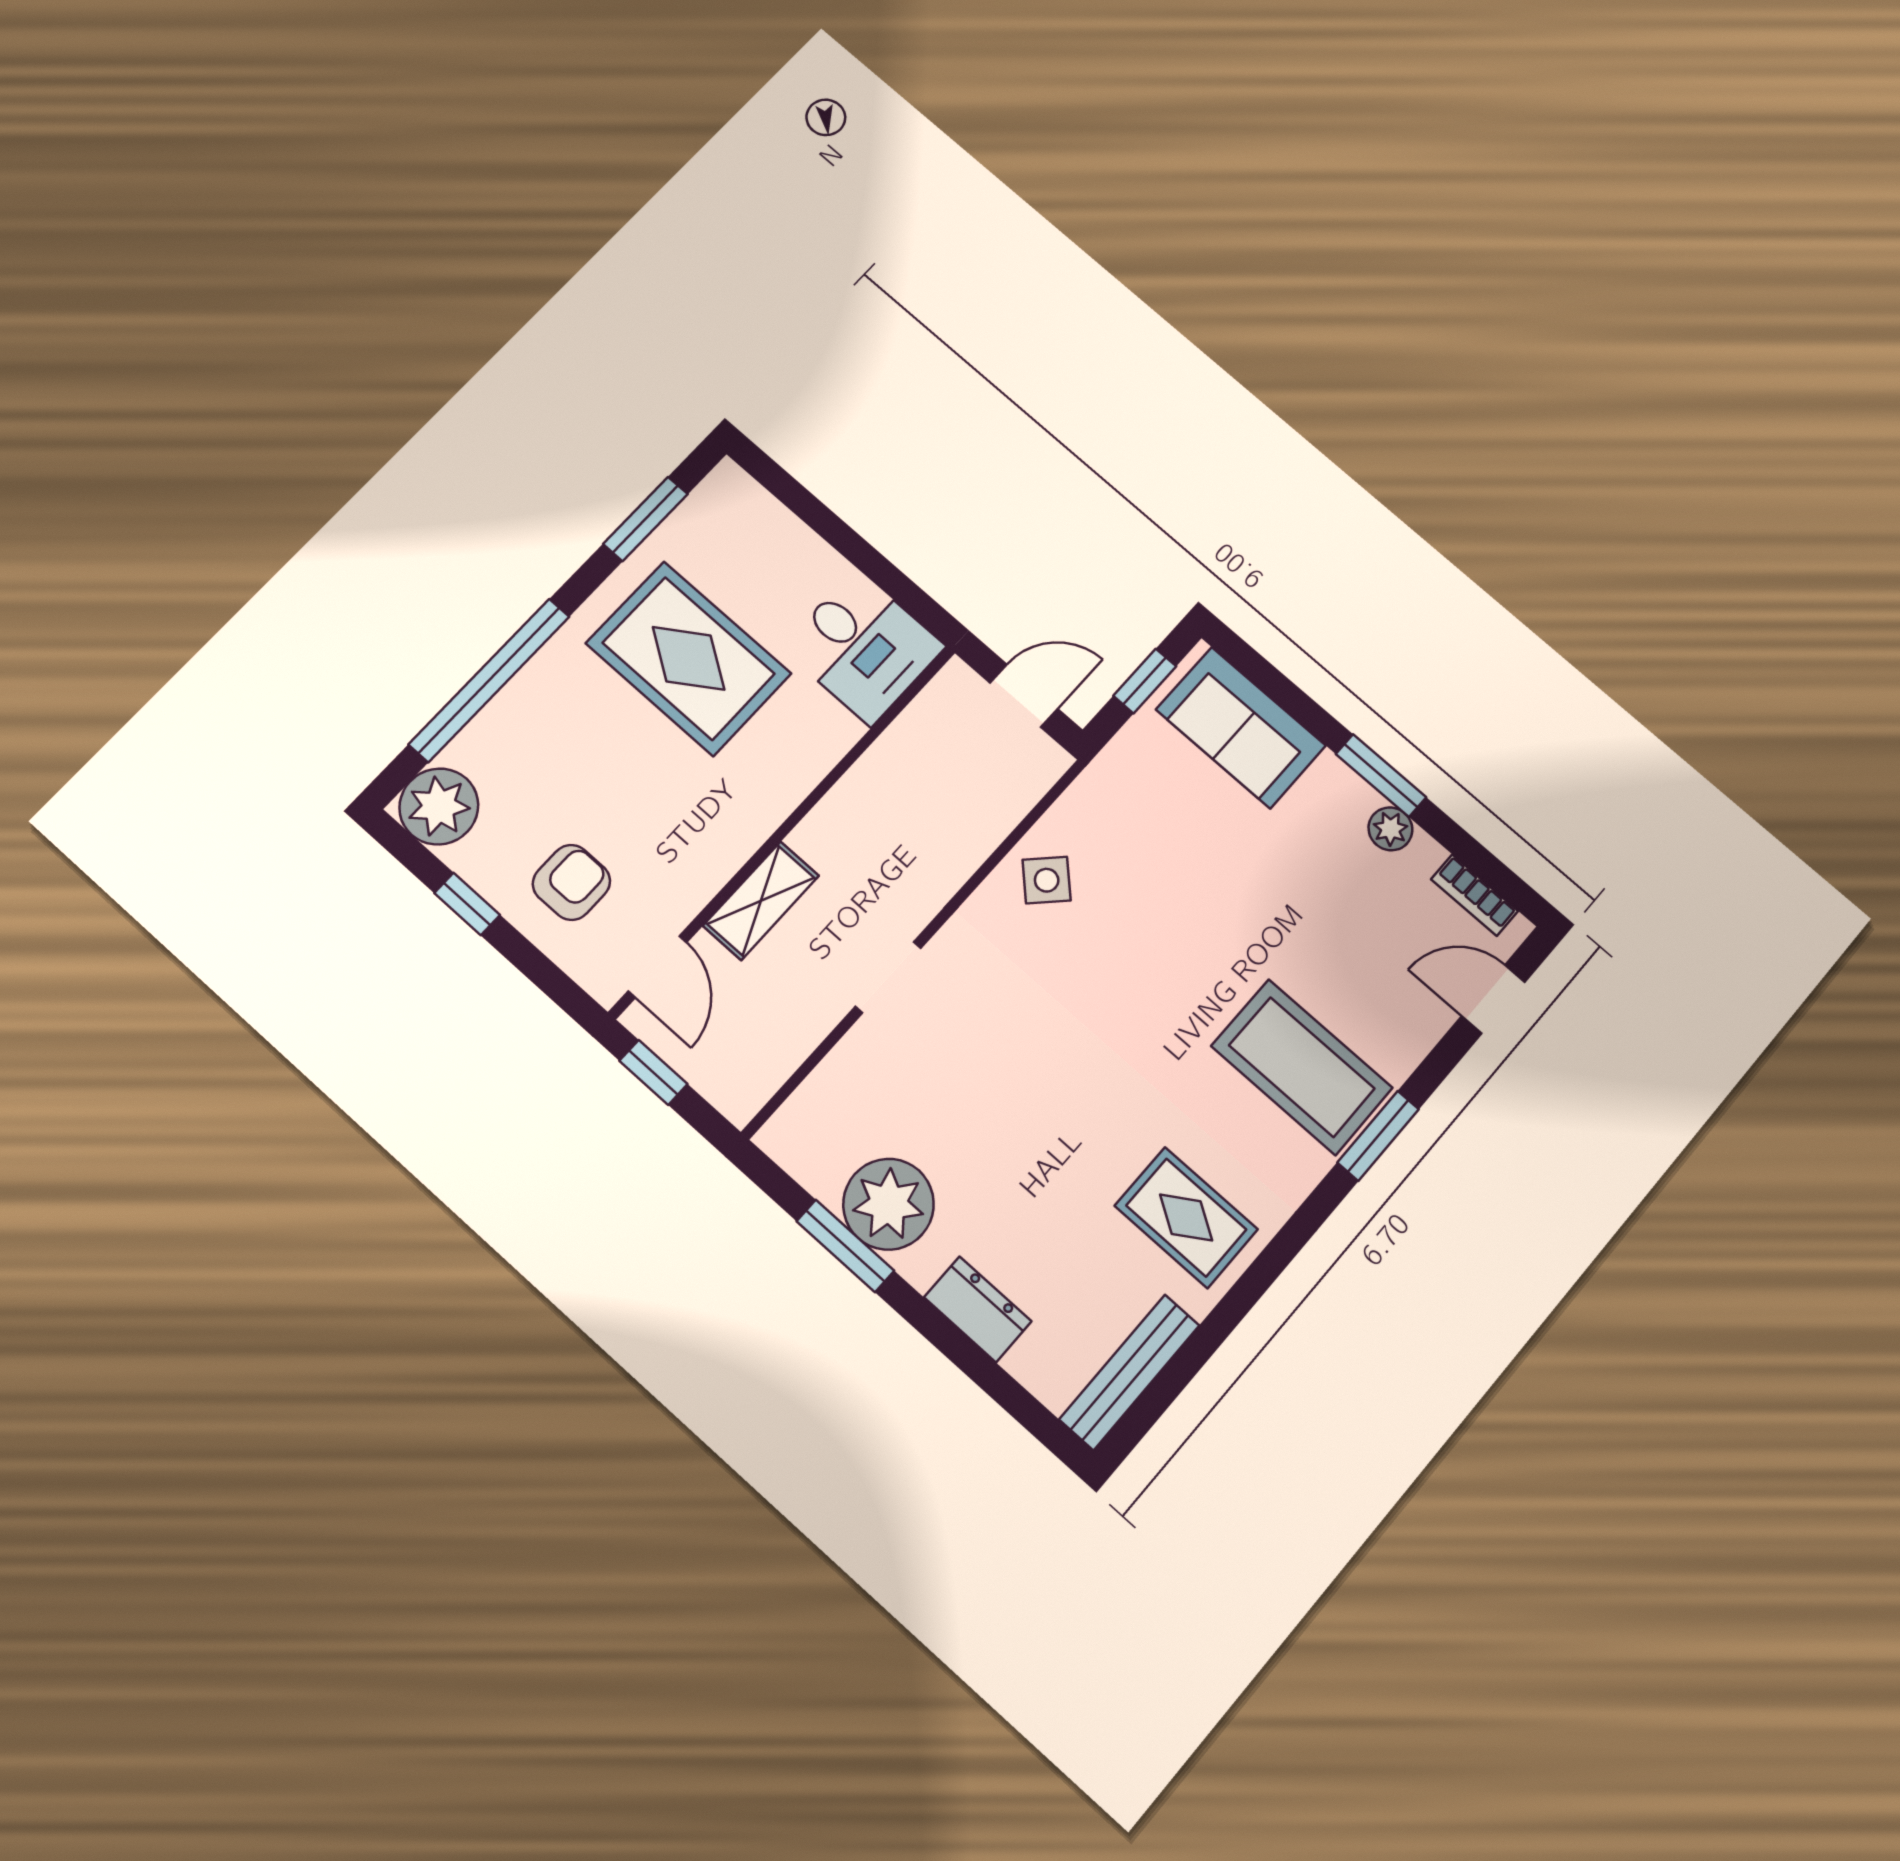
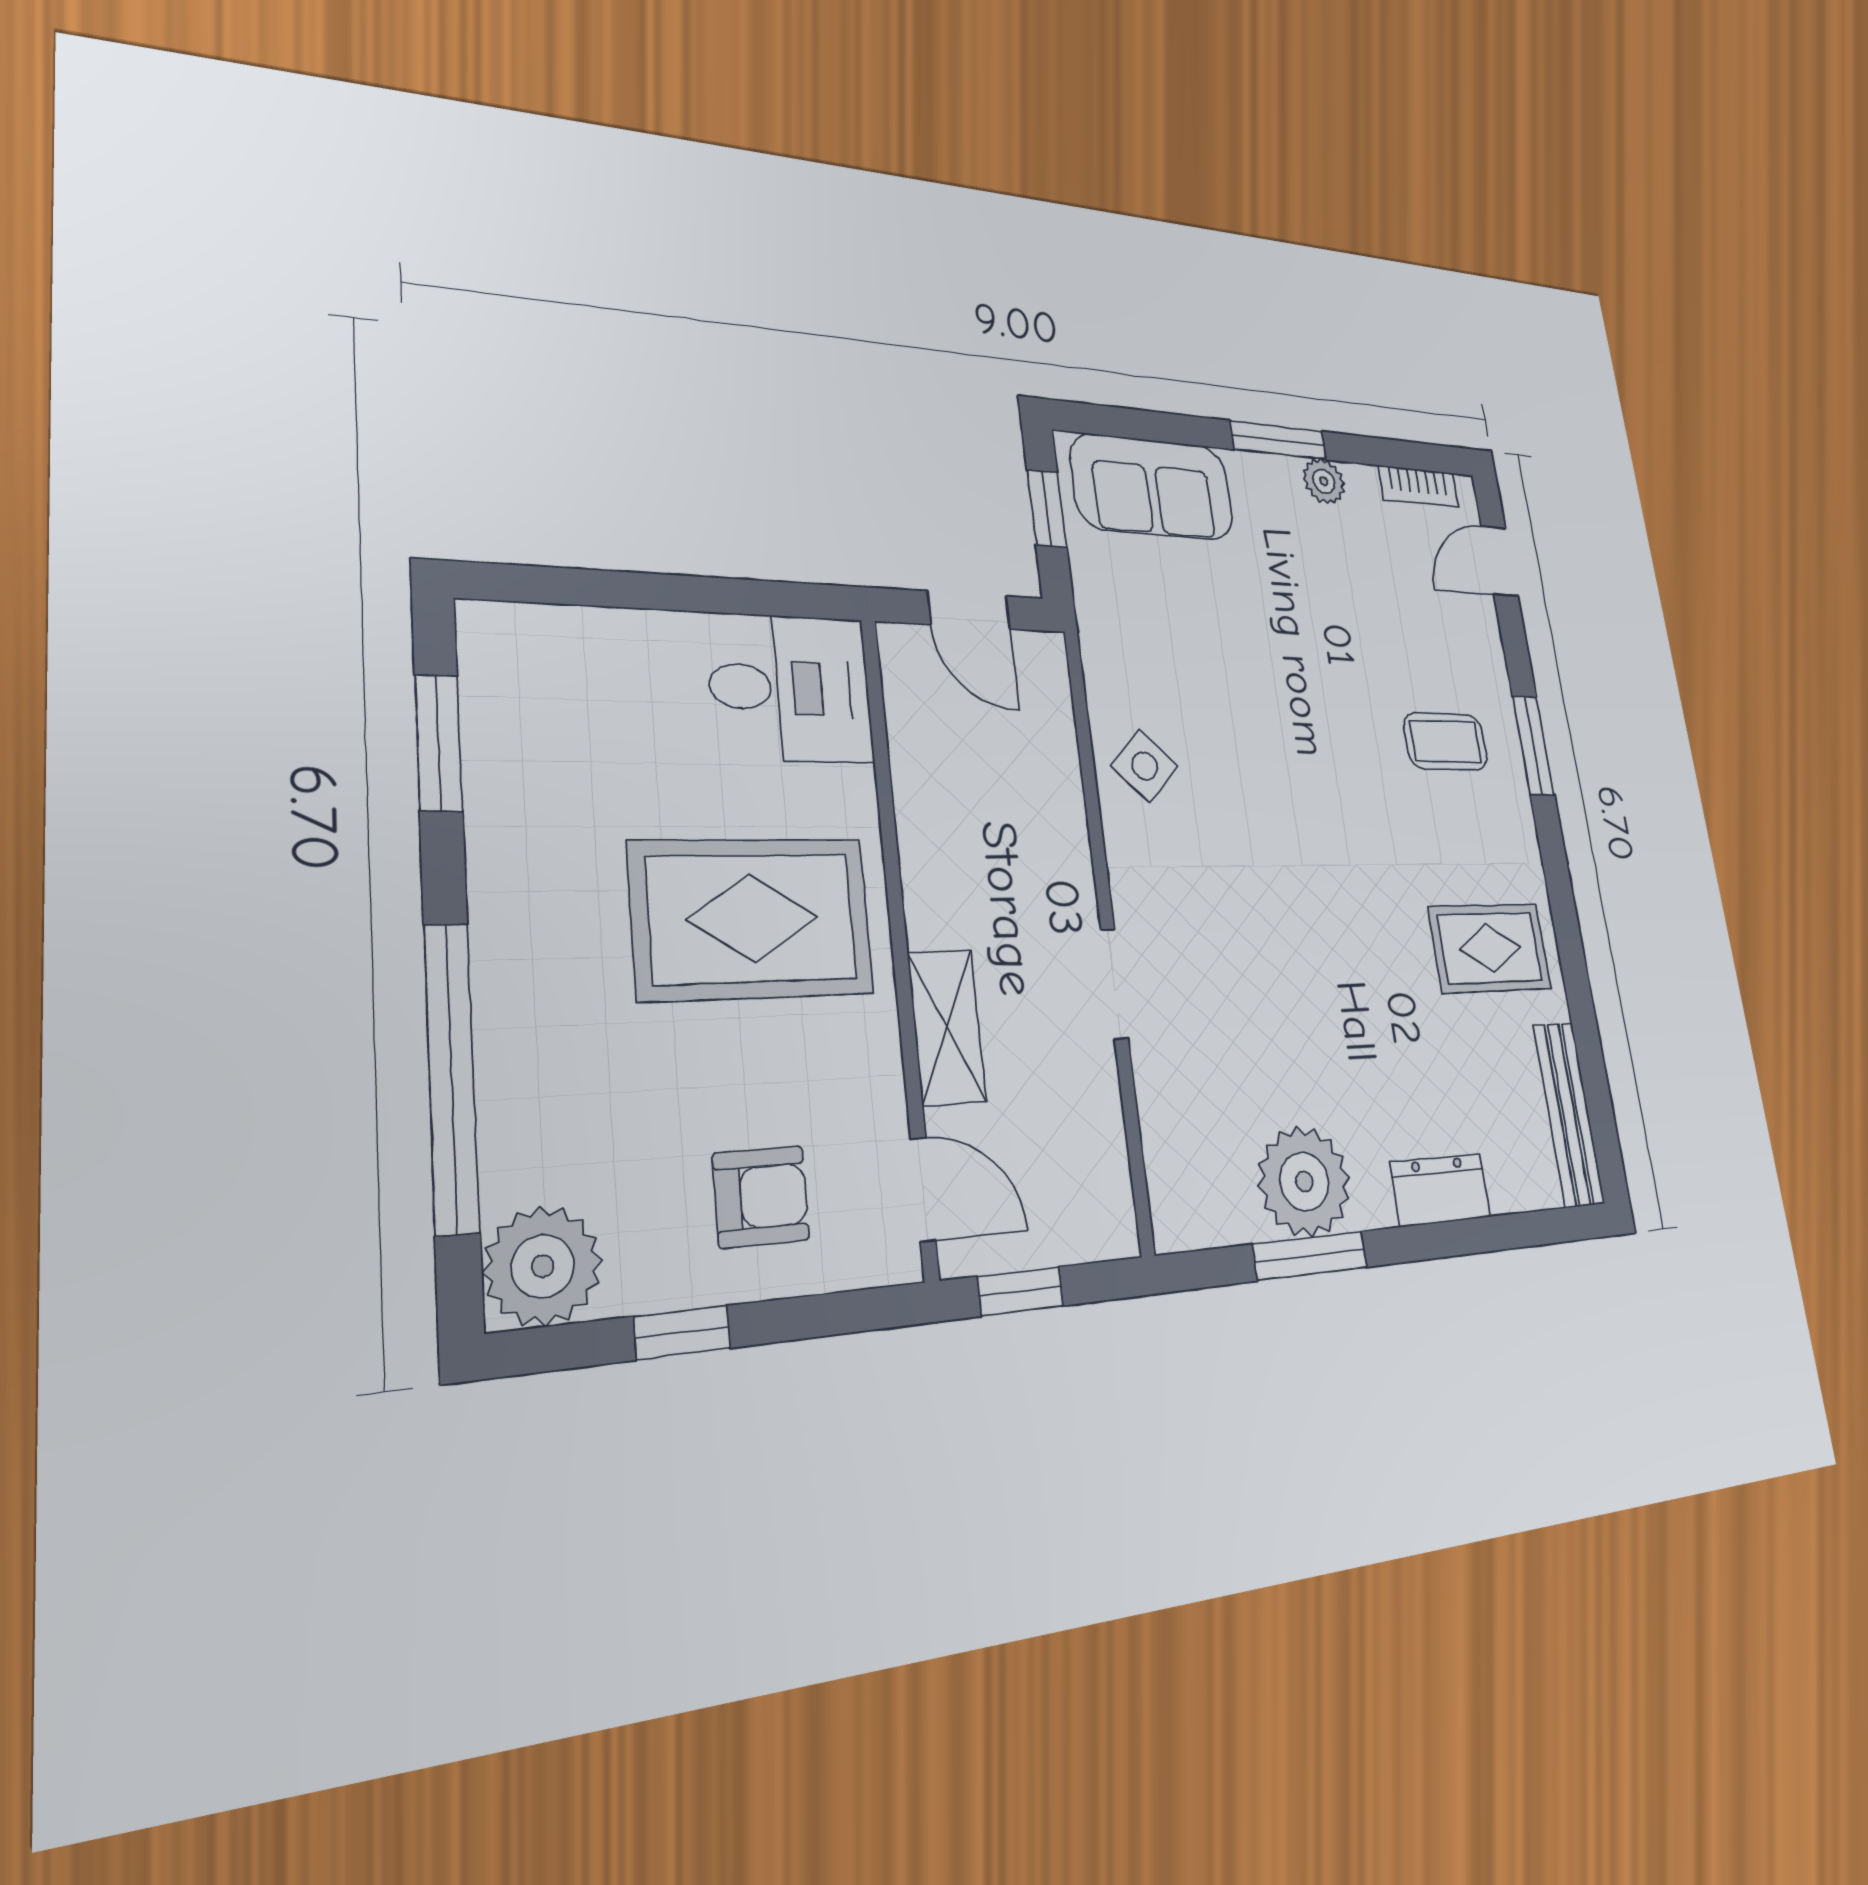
rug: (689, 658) -> (752, 918), moved
door: (1024, 696) -> (969, 610), swing flipped
armchair: (571, 882) -> (761, 1197), turned 90
coffee table: (1302, 1067) -> (1446, 742), width x0.54, depth x0.58

